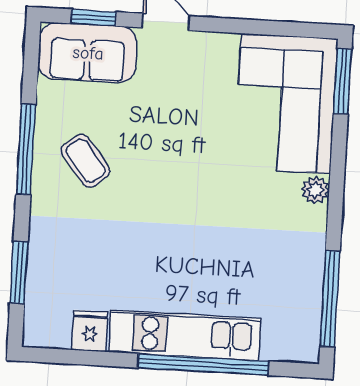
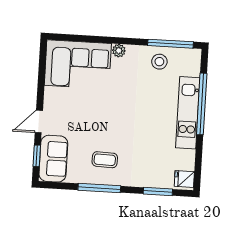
window: (343, 81) -> (67, 38), removed
coffee table: (86, 161) -> (105, 160), turned 40
stool: (292, 275) -> (159, 62), added
fridge: (90, 331) -> (184, 179), moved

